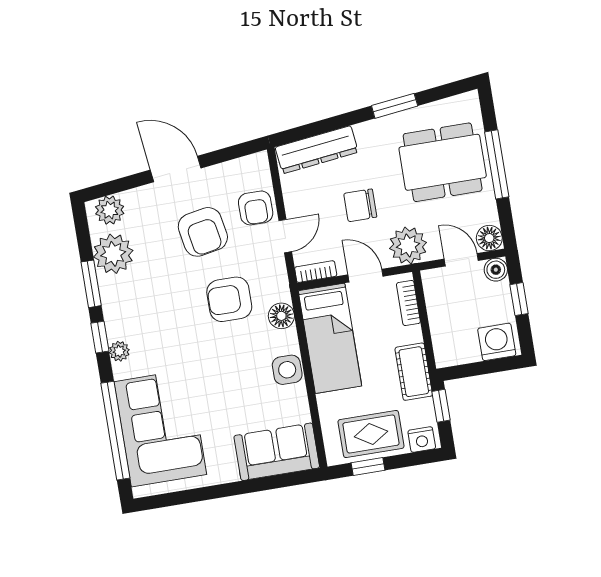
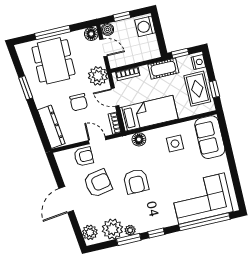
door: (461, 260) -> (103, 48), swing flipped
door: (365, 276) -> (115, 97), hinge flipped
armchair: (229, 299) -> (136, 181), moved
plant: (119, 351) -> (130, 230), moved
side table: (287, 370) -> (175, 144), moved

